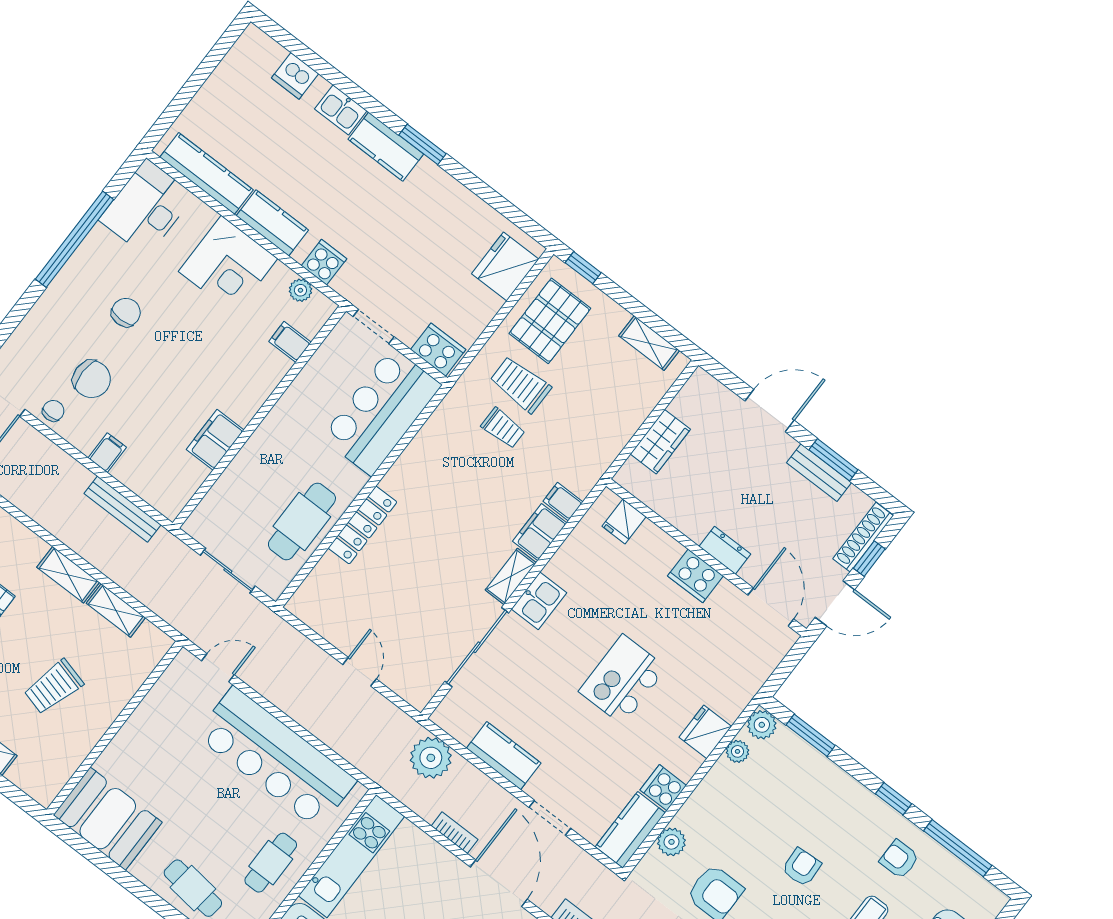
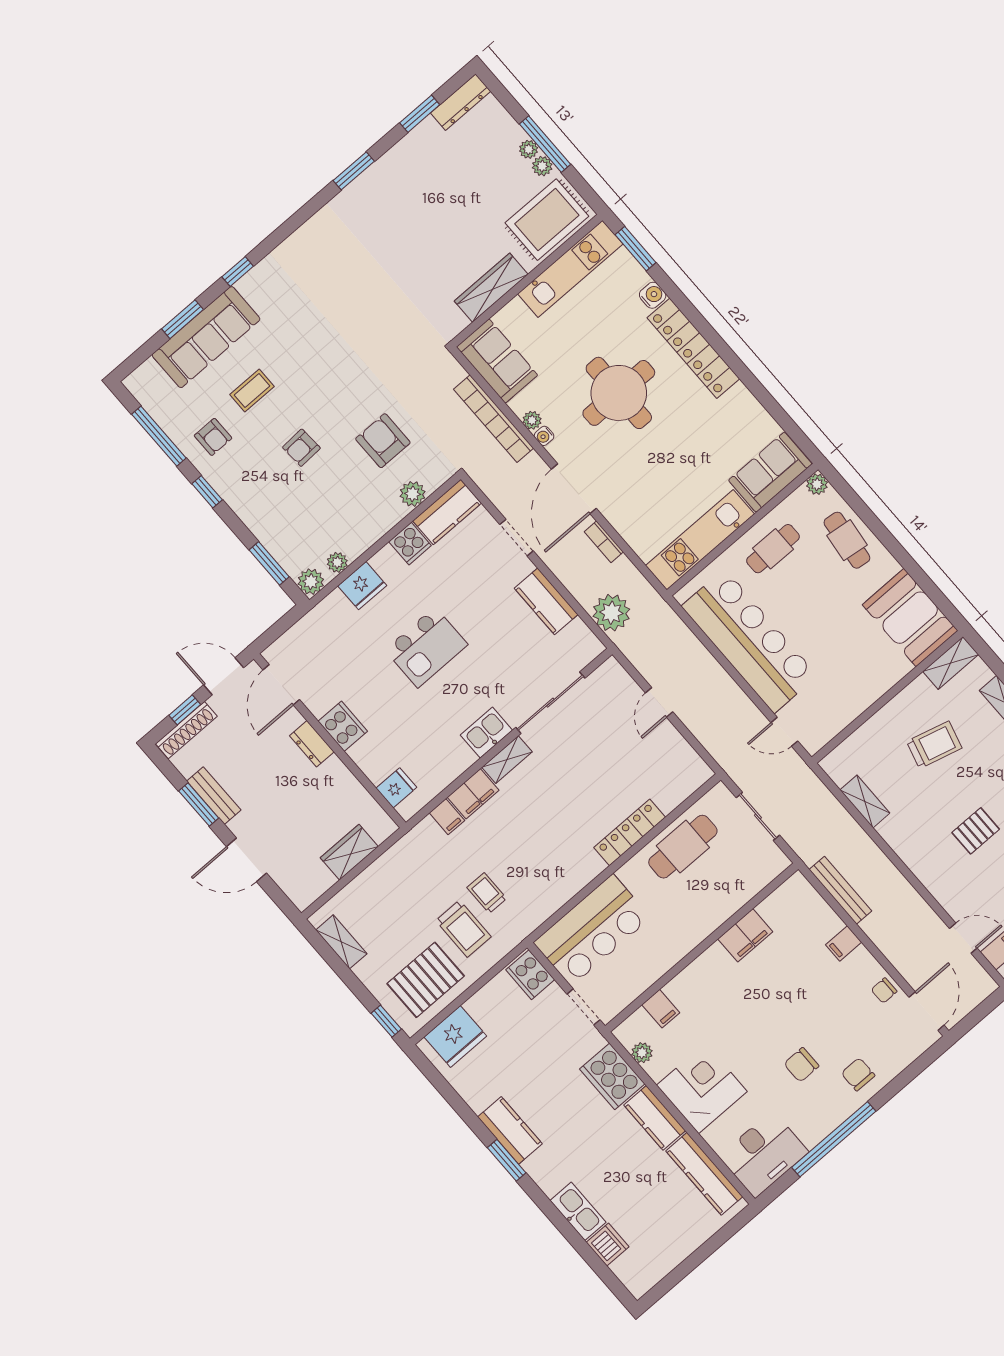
kitchen sink: (341, 110) -> (578, 1211), width x1.38
kitchen counter: (386, 147) -> (510, 1130), moved
cooker: (324, 262) -> (612, 1076), width x1.87, depth x1.31
chair: (92, 379) -> (858, 1074), moved, width x0.73, depth x0.73
shelving: (68, 575) -> (951, 663), moved, turned 90

